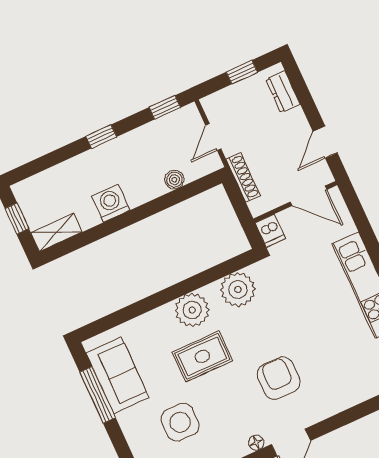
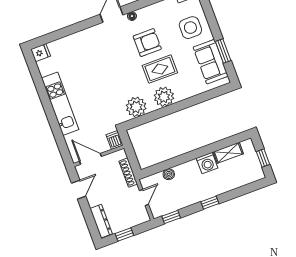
dresser: (283, 92) -> (101, 221), width x1.44
shelving: (57, 232) -> (228, 153), moved
armchair: (279, 378) -> (147, 43), moved, turned -90
window: (98, 395) -> (223, 51), width x0.69
side table: (180, 422) -> (190, 28), moved

